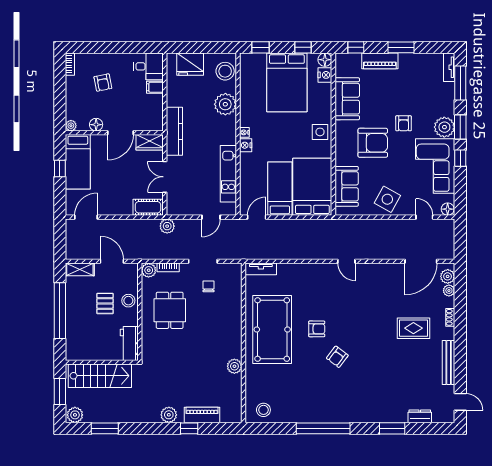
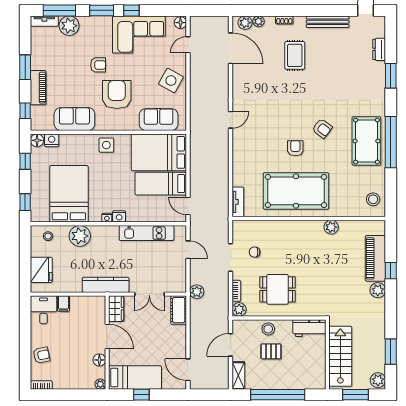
stool: (225, 71) -> (48, 236), width x0.53, depth x0.53
bed: (287, 82) -> (69, 194), moved, turned -90
armchair: (103, 83) -> (41, 355), moved
plant: (444, 127) -> (69, 26), moved
pool table: (324, 403) -> (366, 141), added
piano: (202, 415) -> (375, 258), width x1.37, depth x1.33

